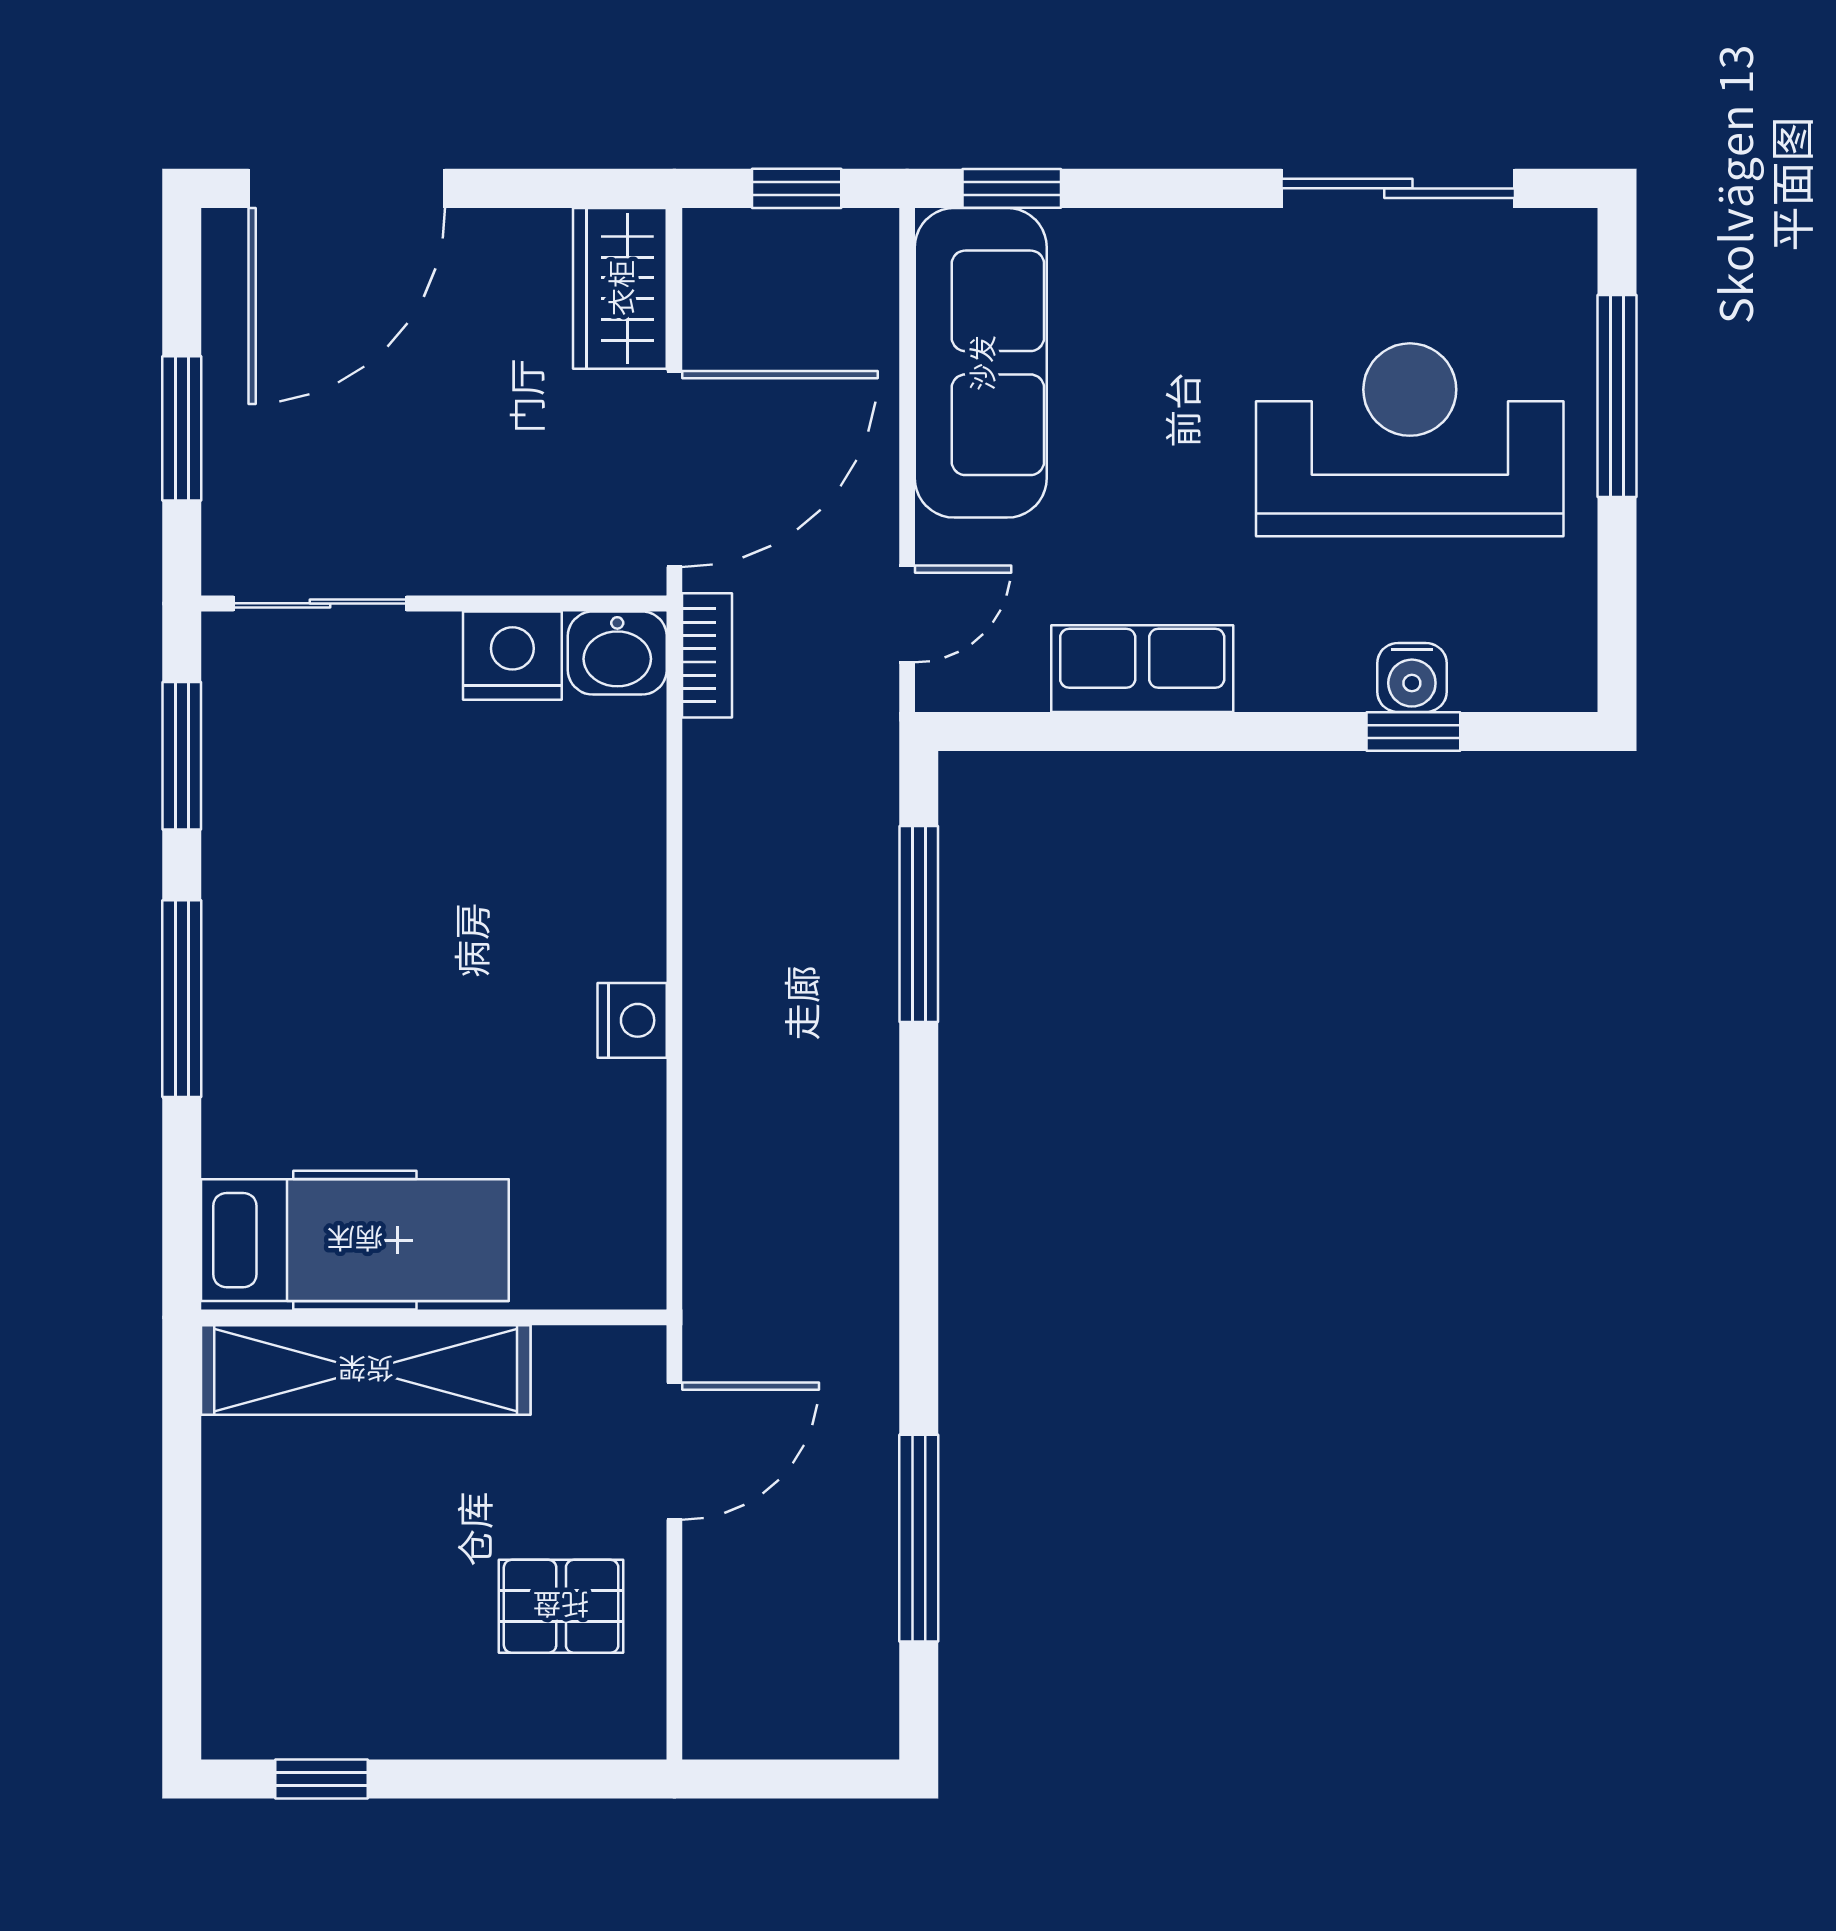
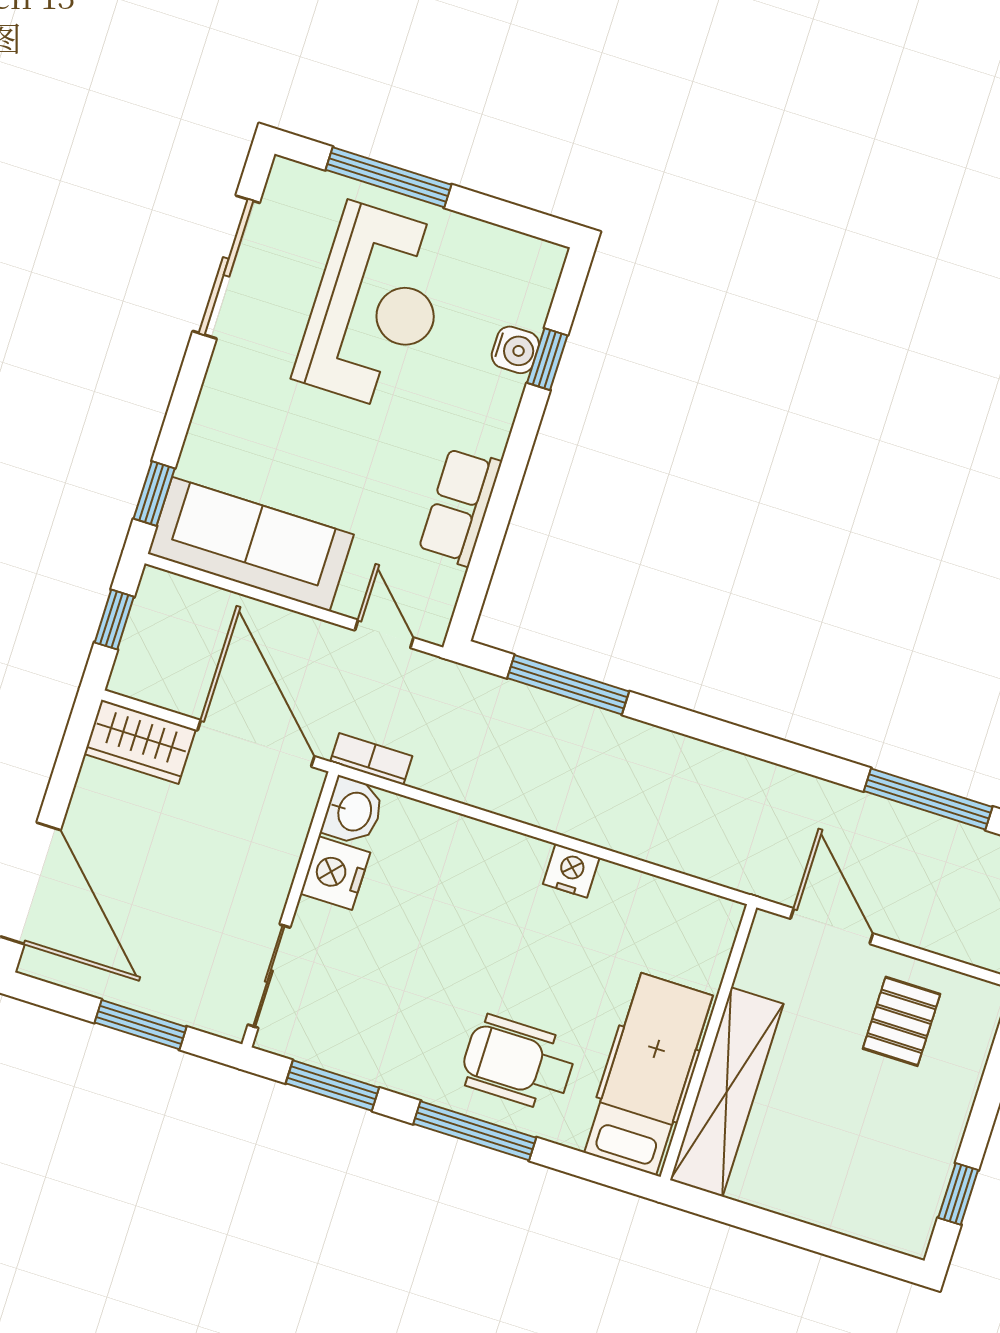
reception desk: (1410, 440) -> (376, 307), turned 180
wheelchair: (308, 1032) -> (518, 1063), added

